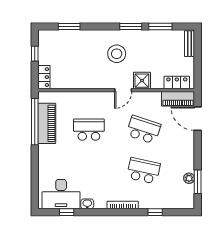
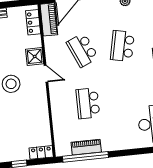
piano: (47, 123) -> (86, 147), width x0.73, depth x0.75
school desk: (143, 130) -> (82, 50), turned -42

